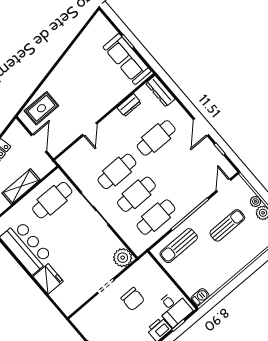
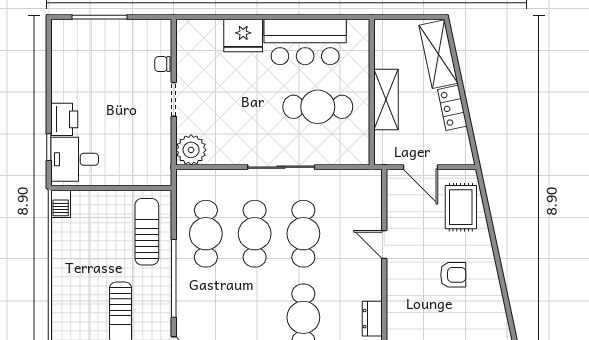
armchair: (76, 85) -> (453, 275), added
cafe table: (52, 200) -> (318, 107), moved, turned 90
chair: (133, 299) -> (162, 64), moved, width x0.54, depth x0.54

